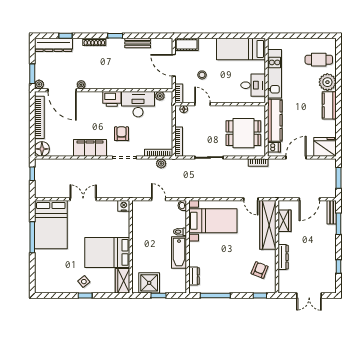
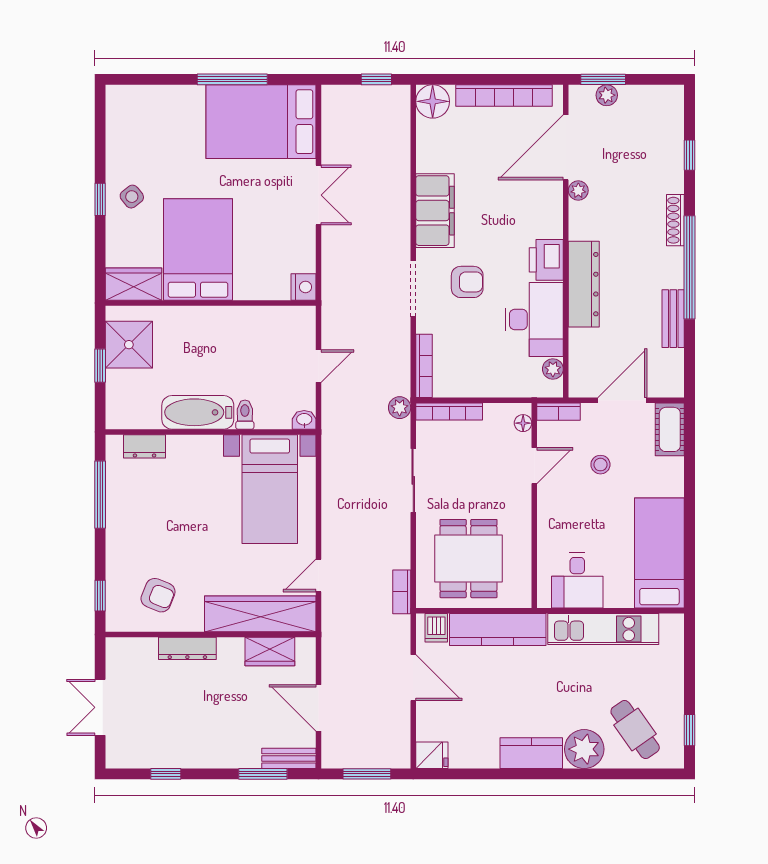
window: (115, 36) -> (689, 267), width x3.17
window: (319, 36) -> (689, 730), added
dresser: (53, 45) -> (584, 284), moved, turned 180
cafe table: (319, 60) -> (635, 730), turned -35
plant: (39, 84) -> (607, 95), moved
fridge: (325, 147) -> (432, 755), width x0.53, depth x0.75
plant: (161, 164) -> (400, 408), moved

